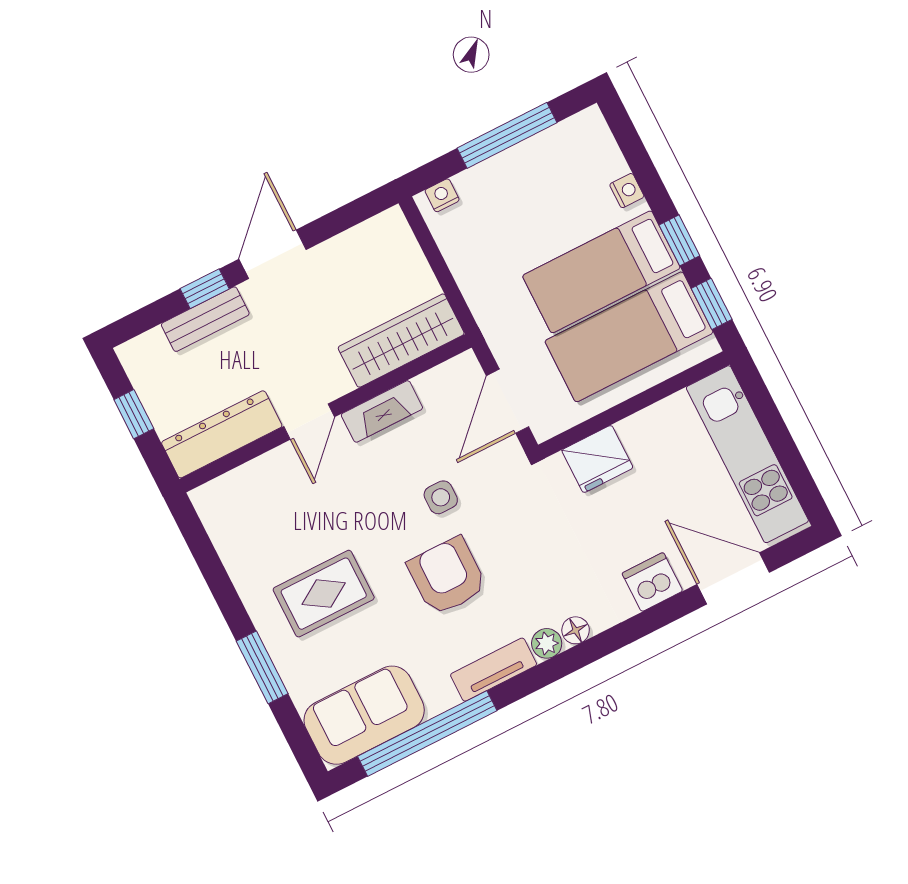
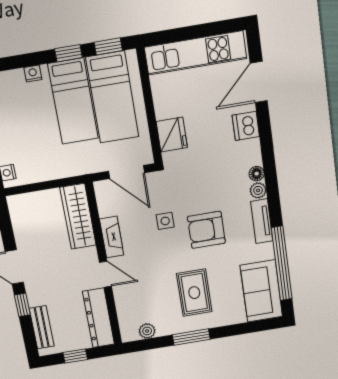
bench: (205, 319) -> (42, 327), moved
plant: (223, 531) -> (147, 331), added
window: (262, 667) -> (191, 337), moved

